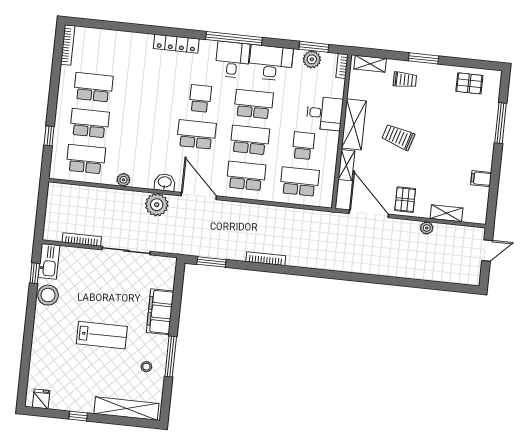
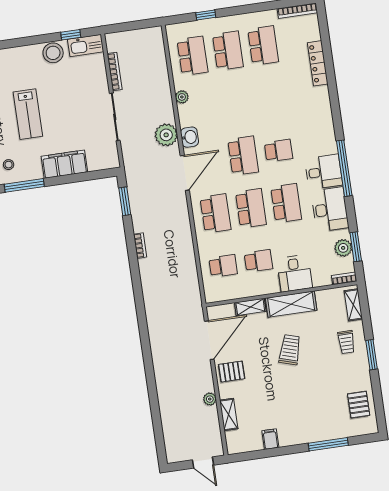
locker: (176, 44) -> (318, 63), moved
school desk: (299, 182) -> (223, 266), width x0.54
bookcase: (266, 259) -> (140, 246), width x0.64

